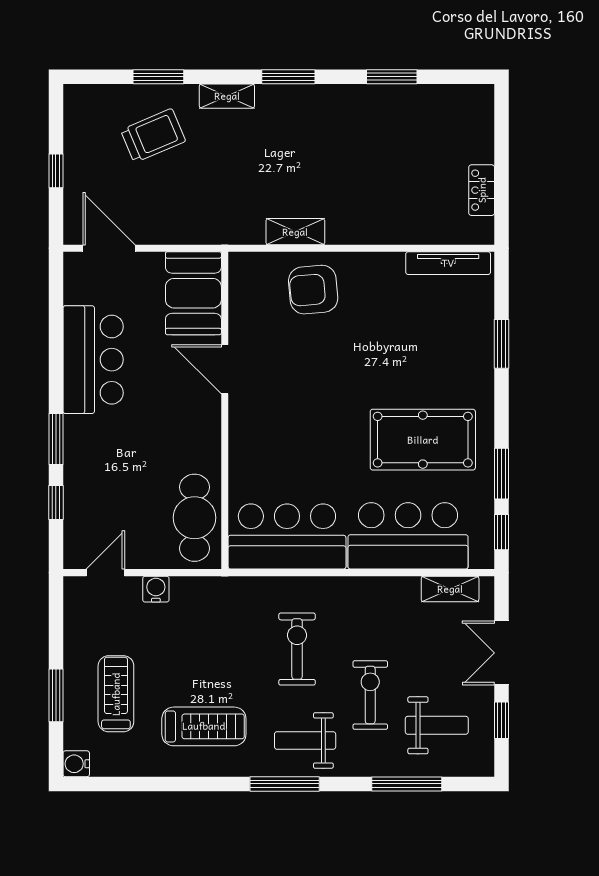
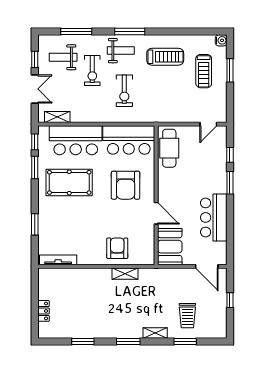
trolley: (153, 136) -> (187, 316), turned -67
locker: (482, 190) -> (43, 311), moved
armchair: (313, 290) -> (117, 248), turned -85
armchair: (294, 433) -> (126, 185), added
water cooler: (156, 589) -> (186, 117), removed
treadmill: (204, 726) -> (165, 57), turned 180

